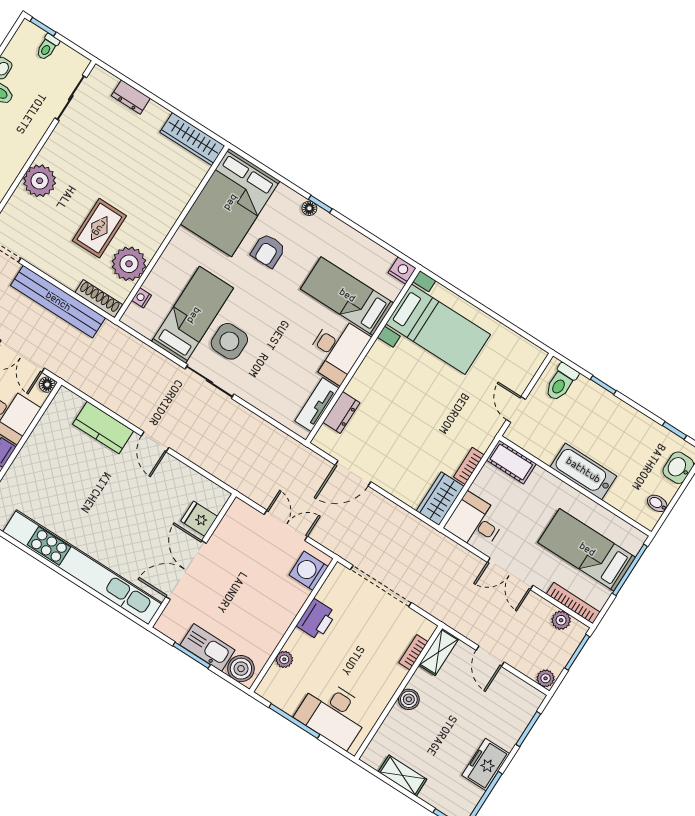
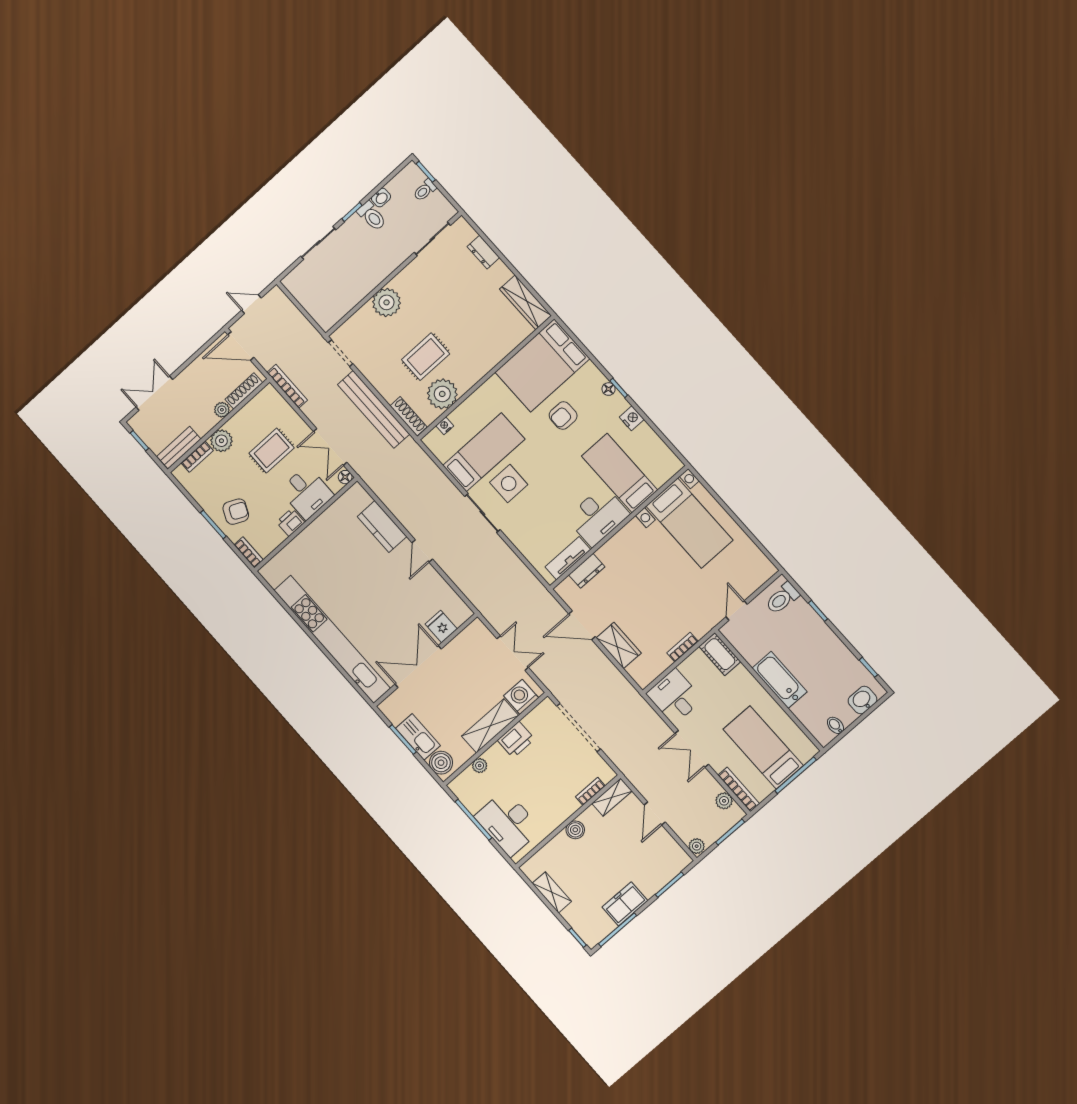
nightstand: (402, 270) -> (632, 418), moved
wardrobe: (440, 499) -> (619, 646), moved, turned 90
shelving: (284, 612) -> (490, 726), added

